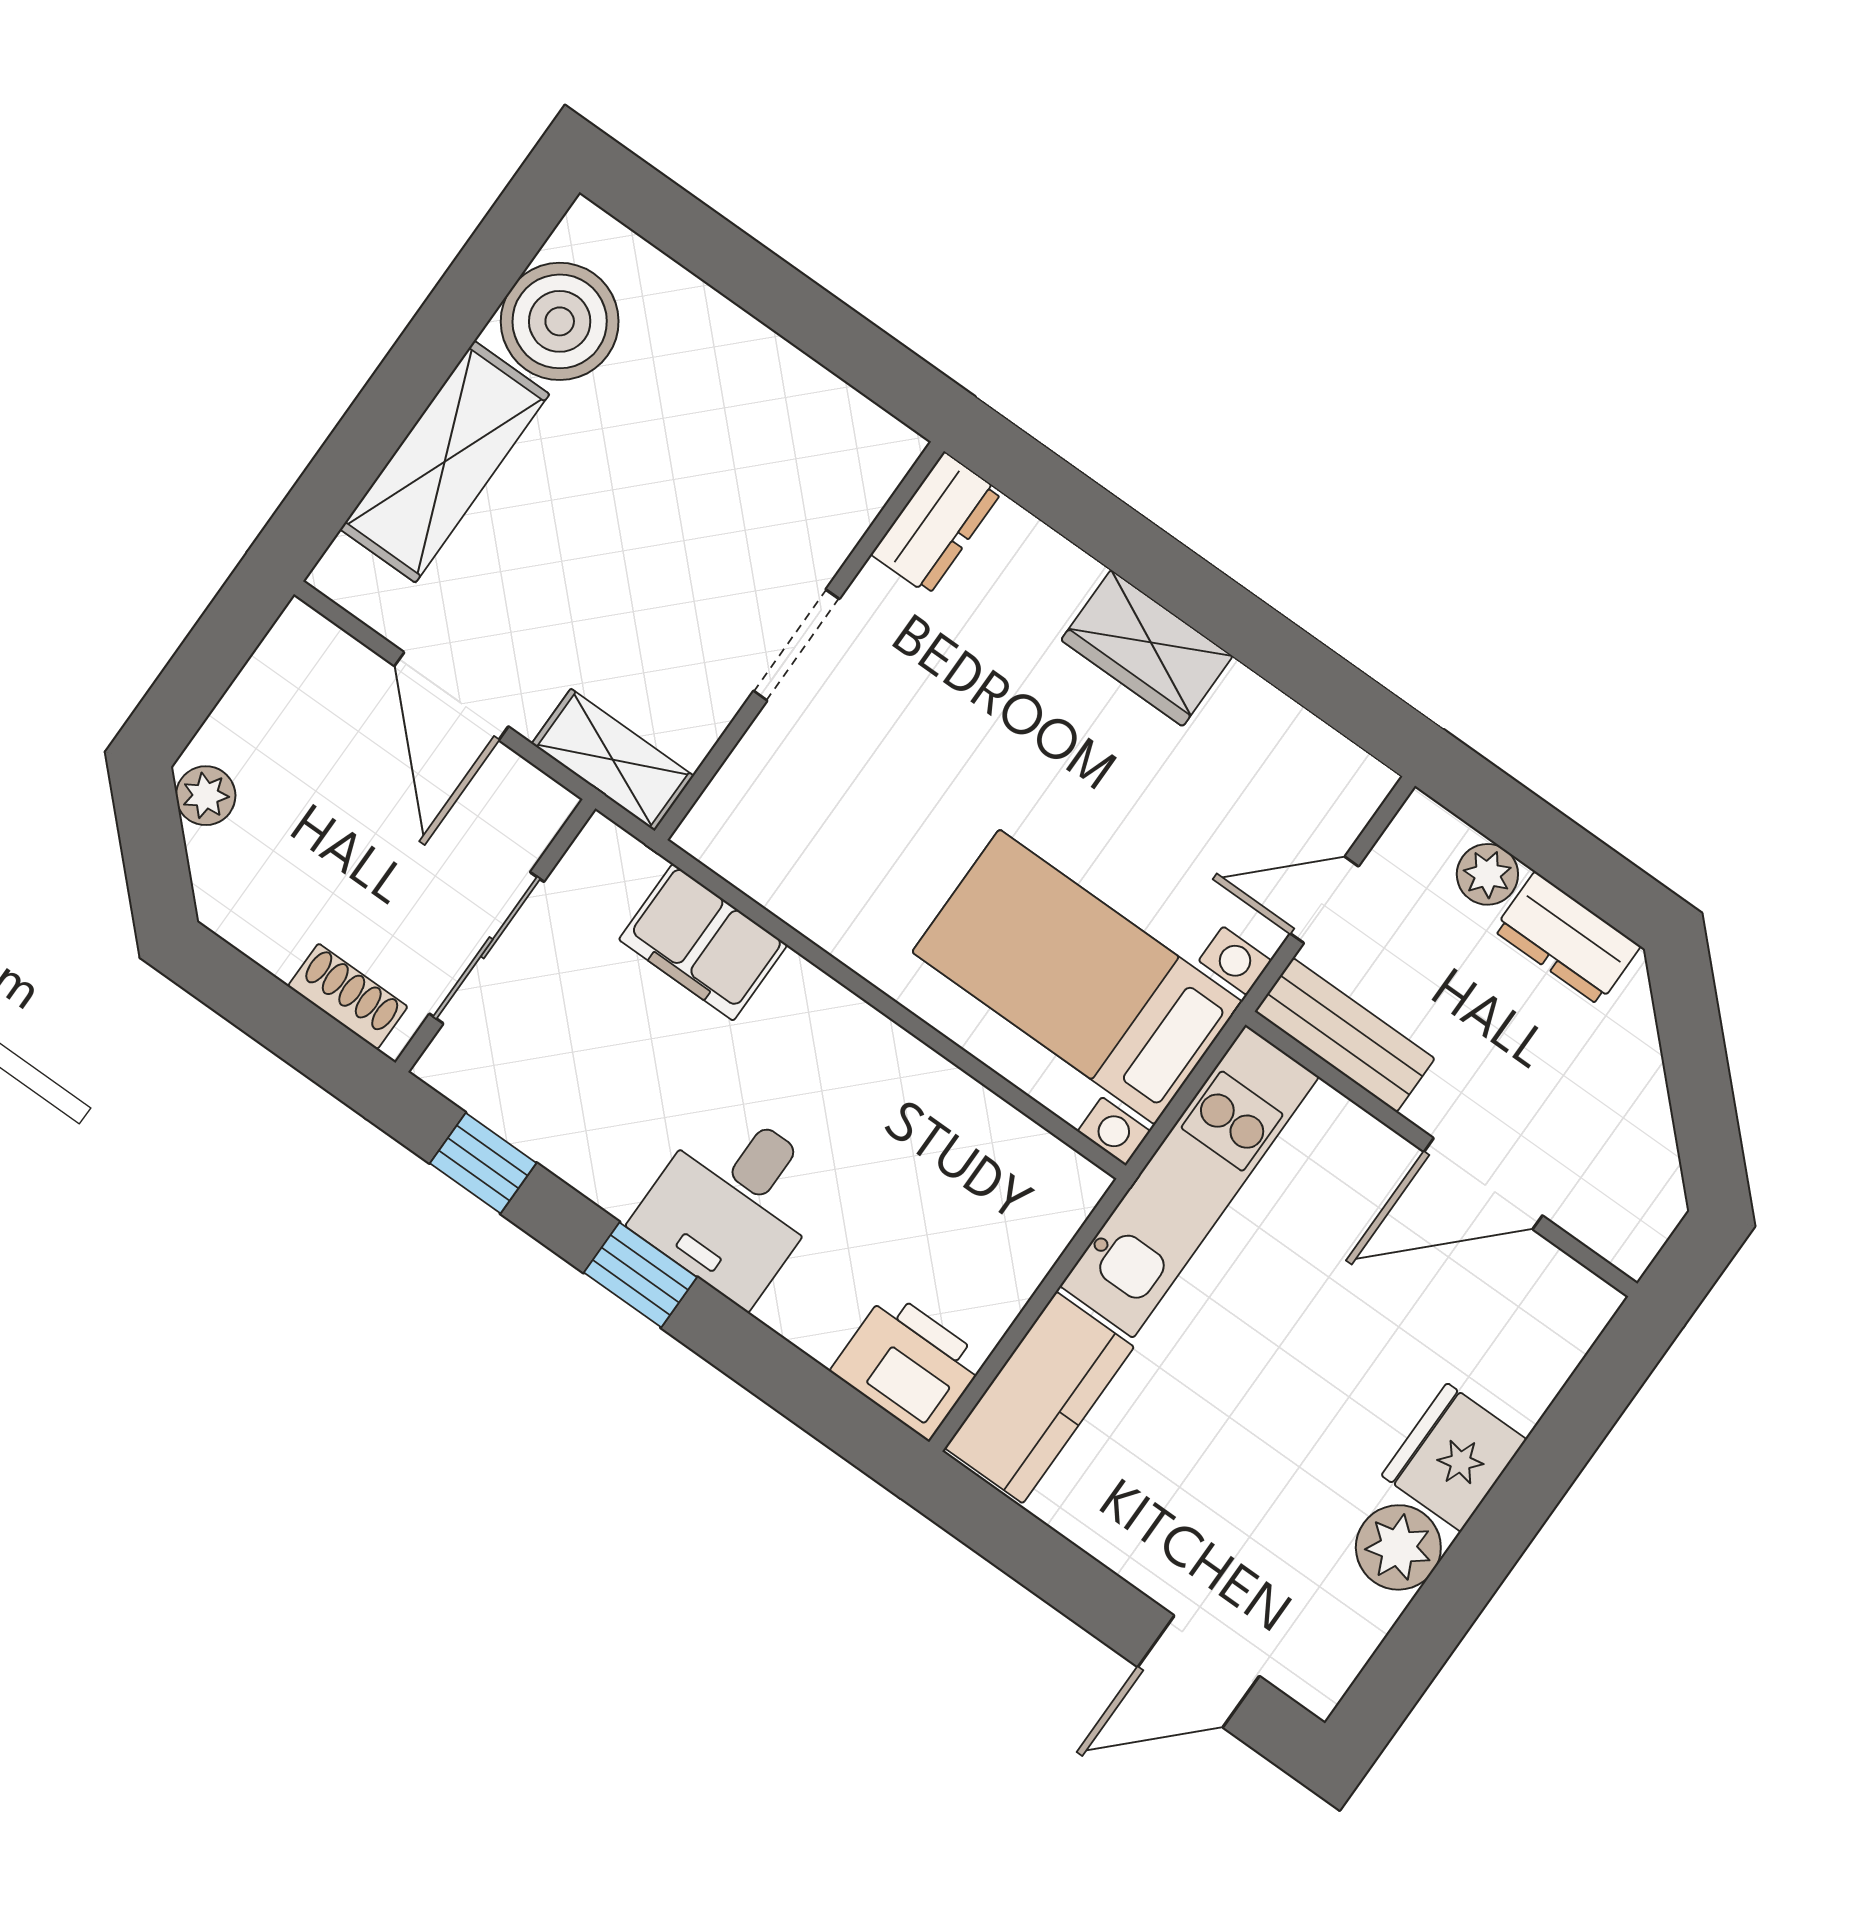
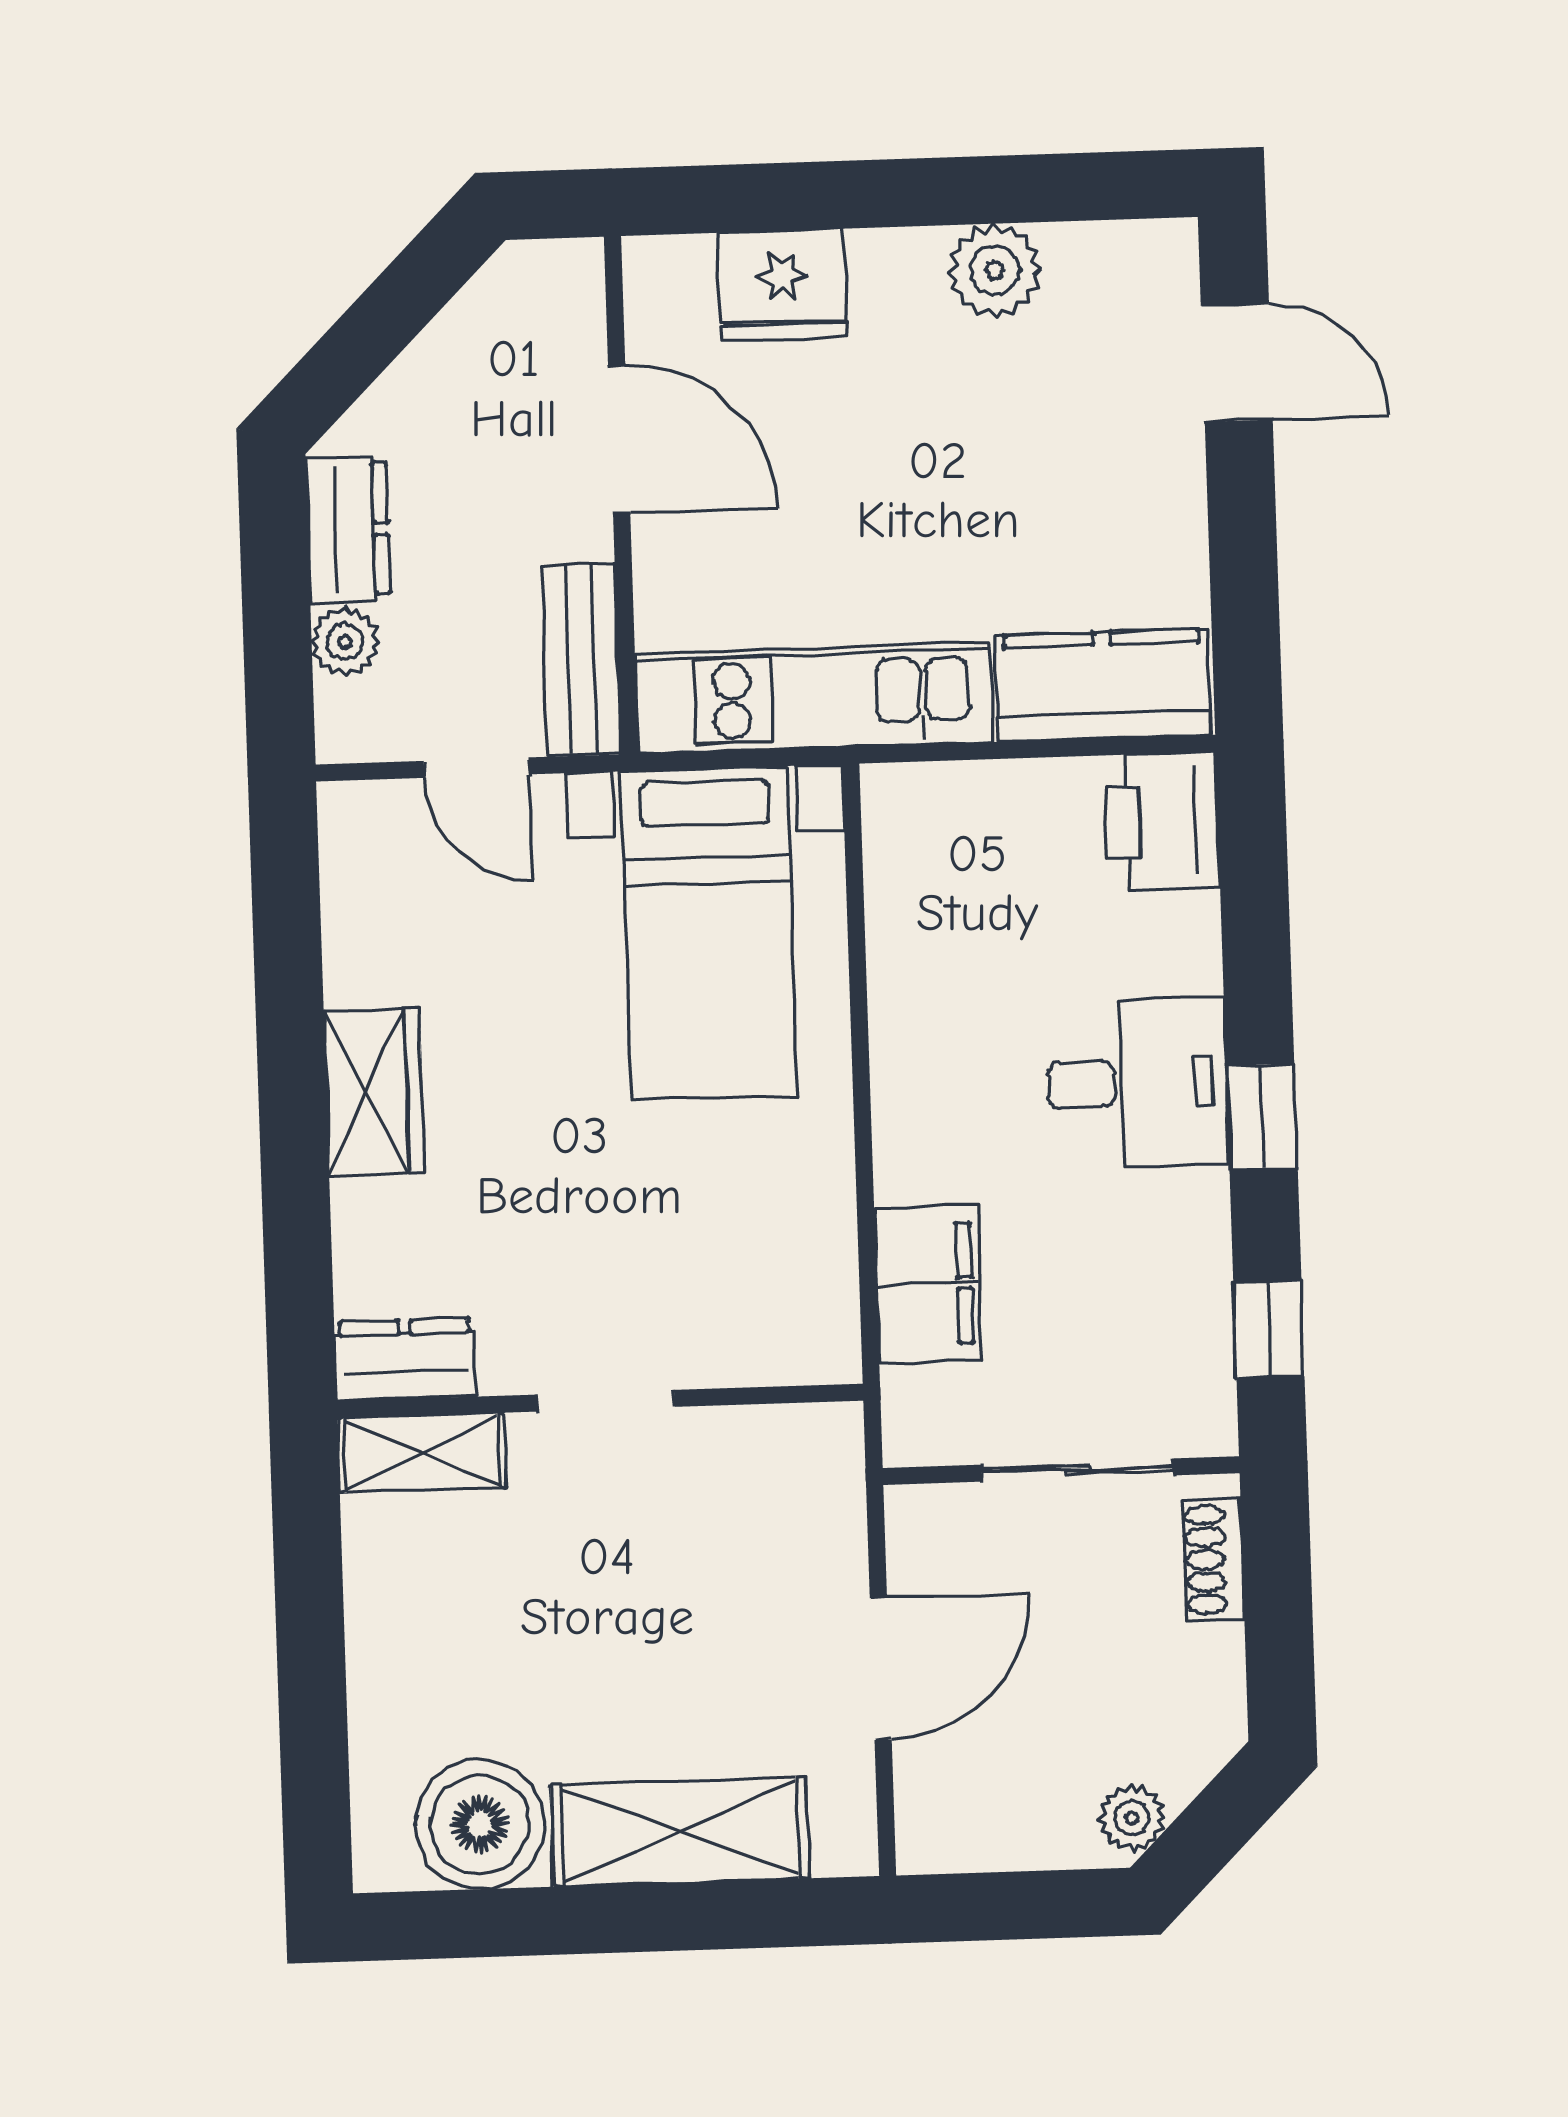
shelving: (613, 760) -> (422, 1453), moved, turned 90
fridge: (1454, 1457) -> (782, 285), moved

